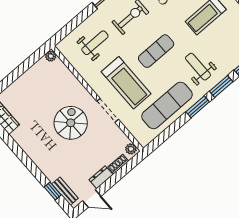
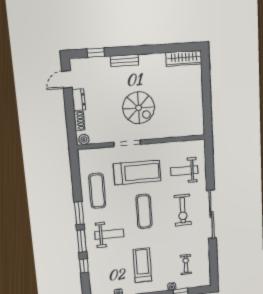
weight bench: (95, 43) -> (184, 171), turned 90
plant: (51, 56) -> (199, 130), removed
treadmill: (126, 83) -> (137, 172), turned 180
exercise mat: (167, 105) -> (97, 191), width x0.73, depth x0.69
bench: (65, 191) -> (125, 60), moved

